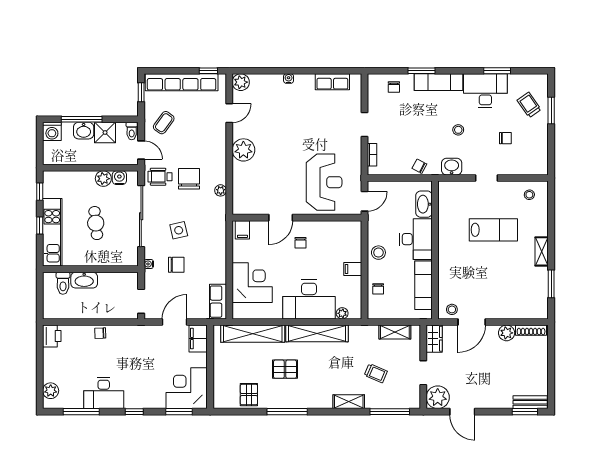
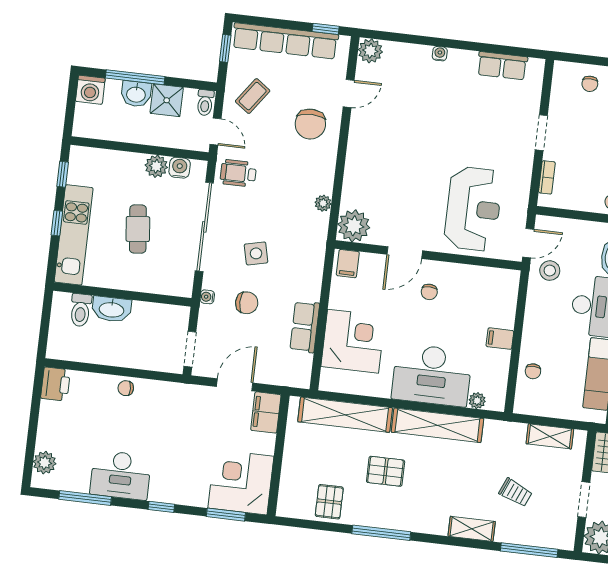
plant: (243, 150) -> (354, 226), moved
chair: (189, 179) -> (310, 124), moved, turned 180
stool: (378, 253) -> (550, 271), moved
row of seats: (218, 302) -> (305, 327), moved

